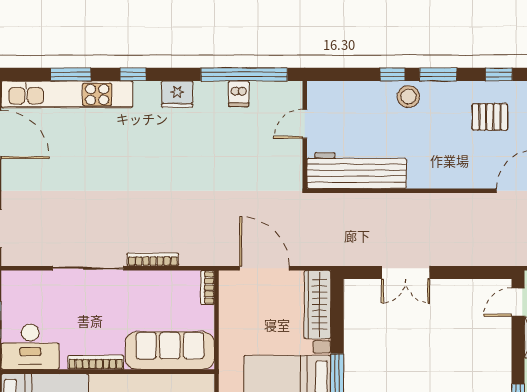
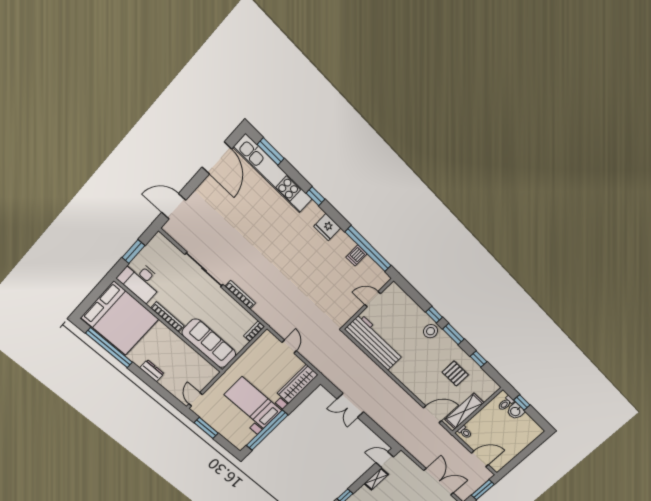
window: (71, 74) -> (271, 151), moved
door: (264, 268) -> (289, 347), width x0.53

